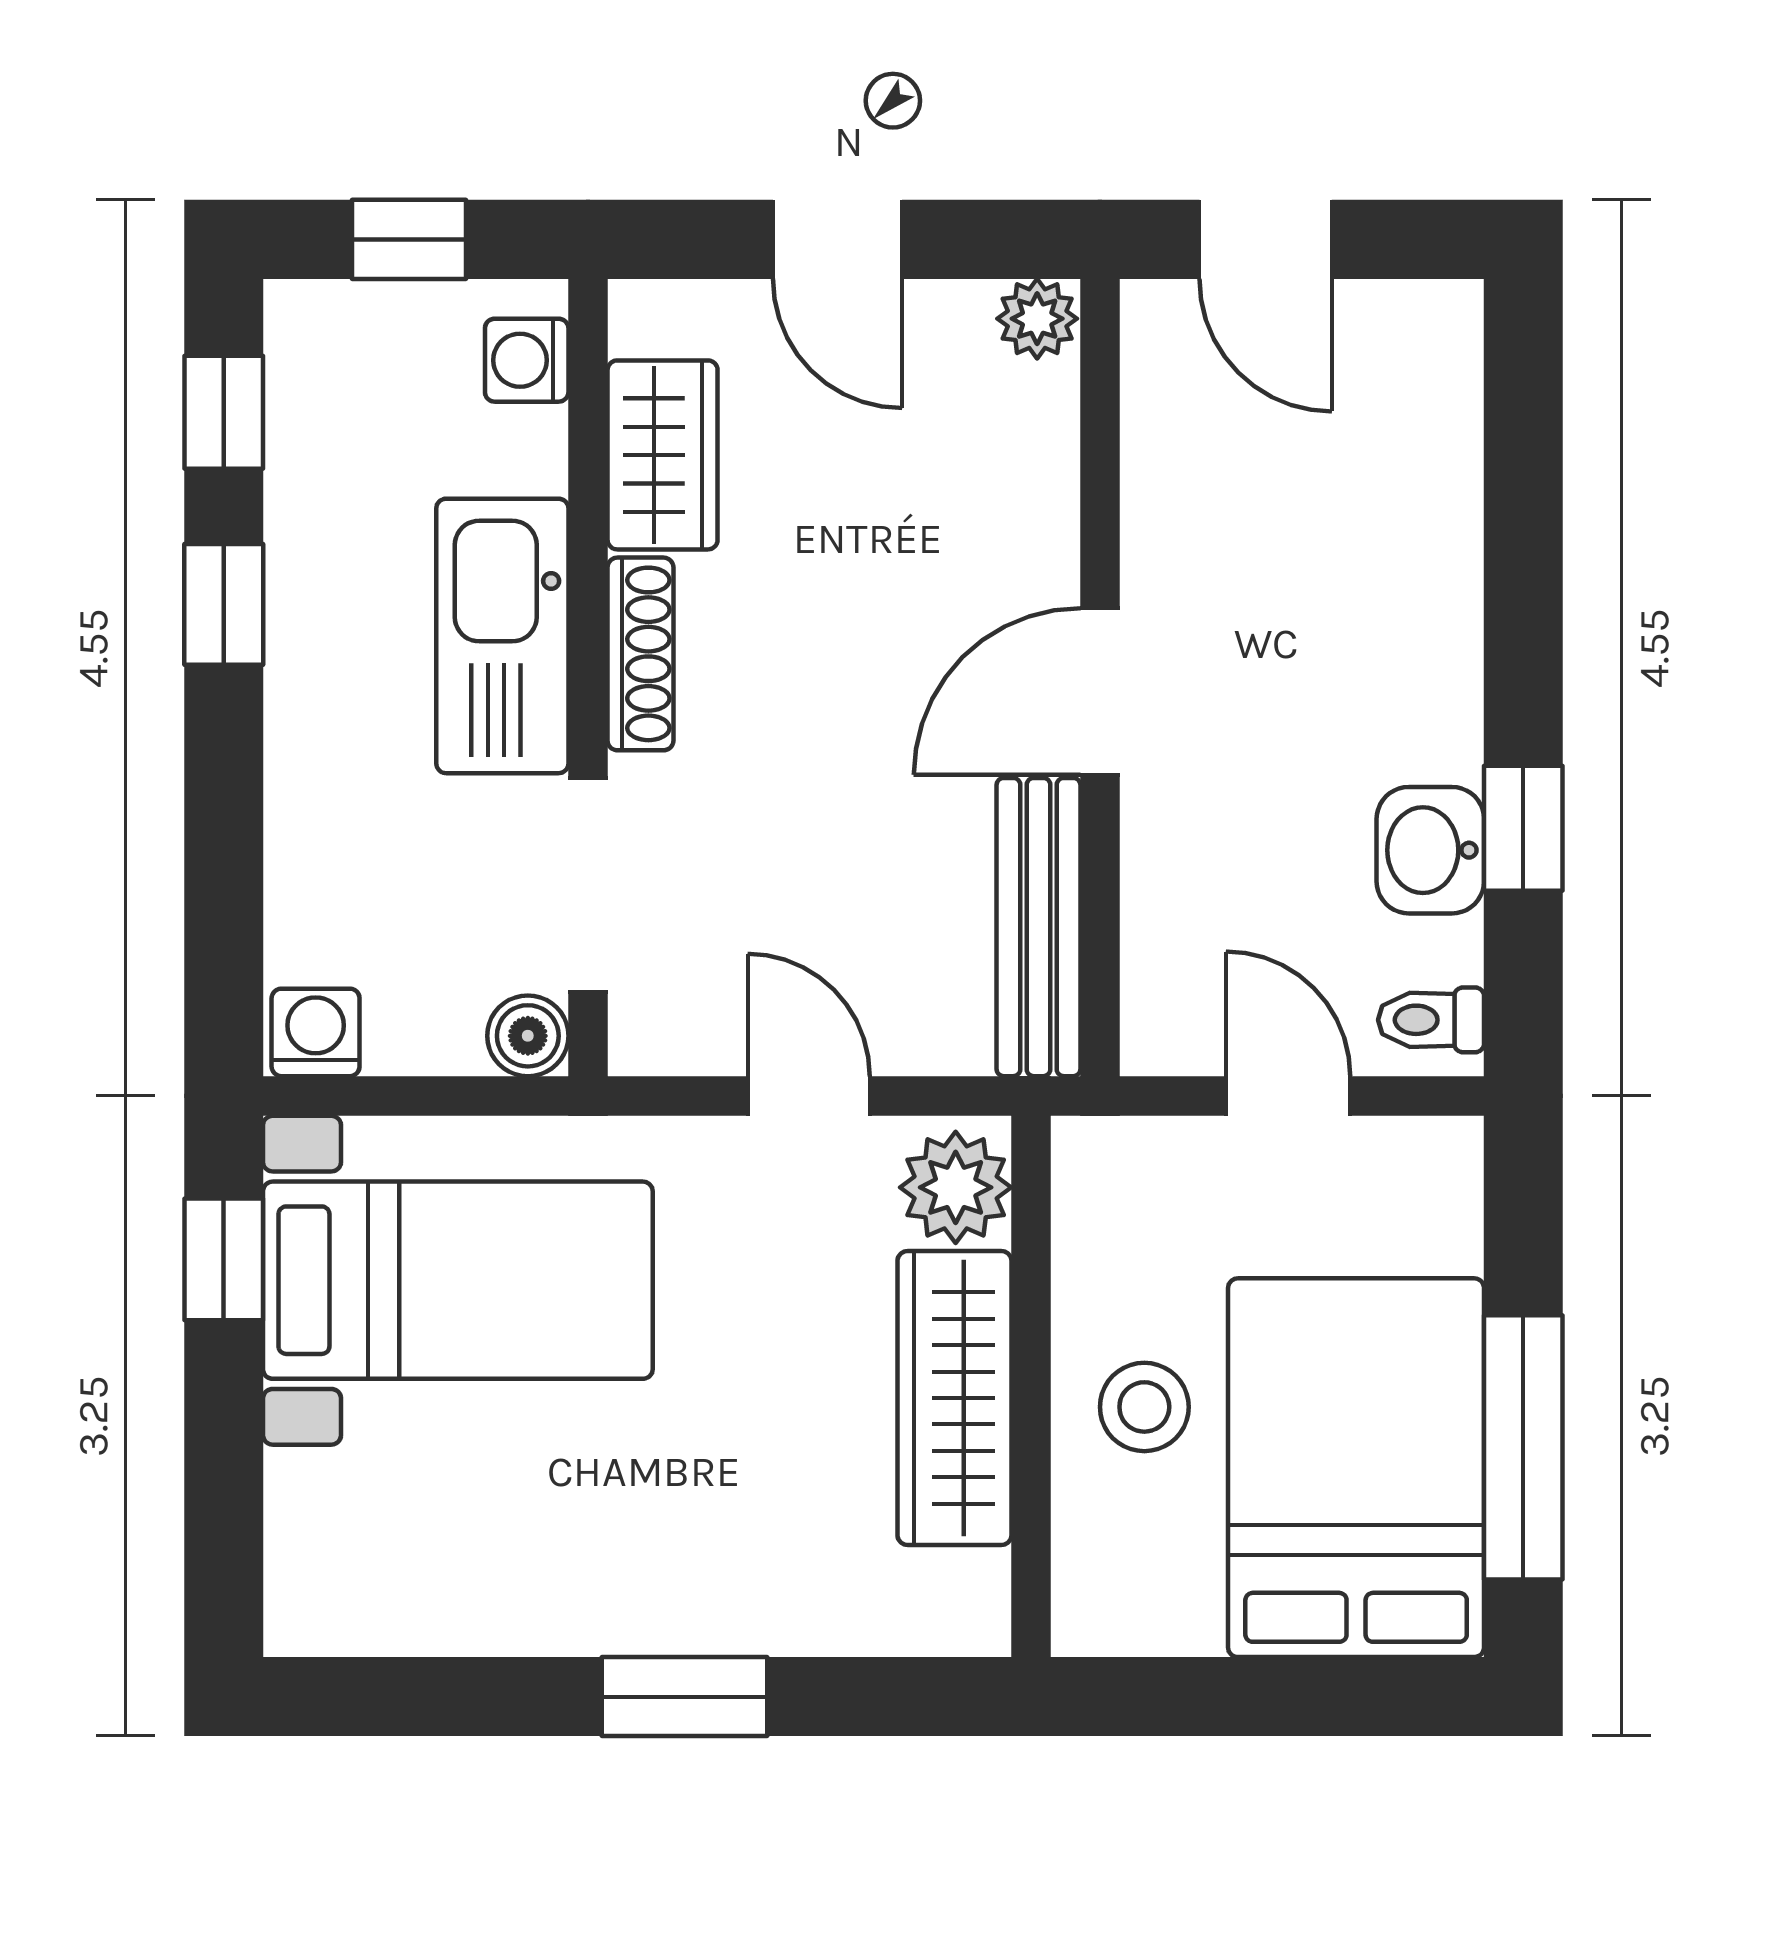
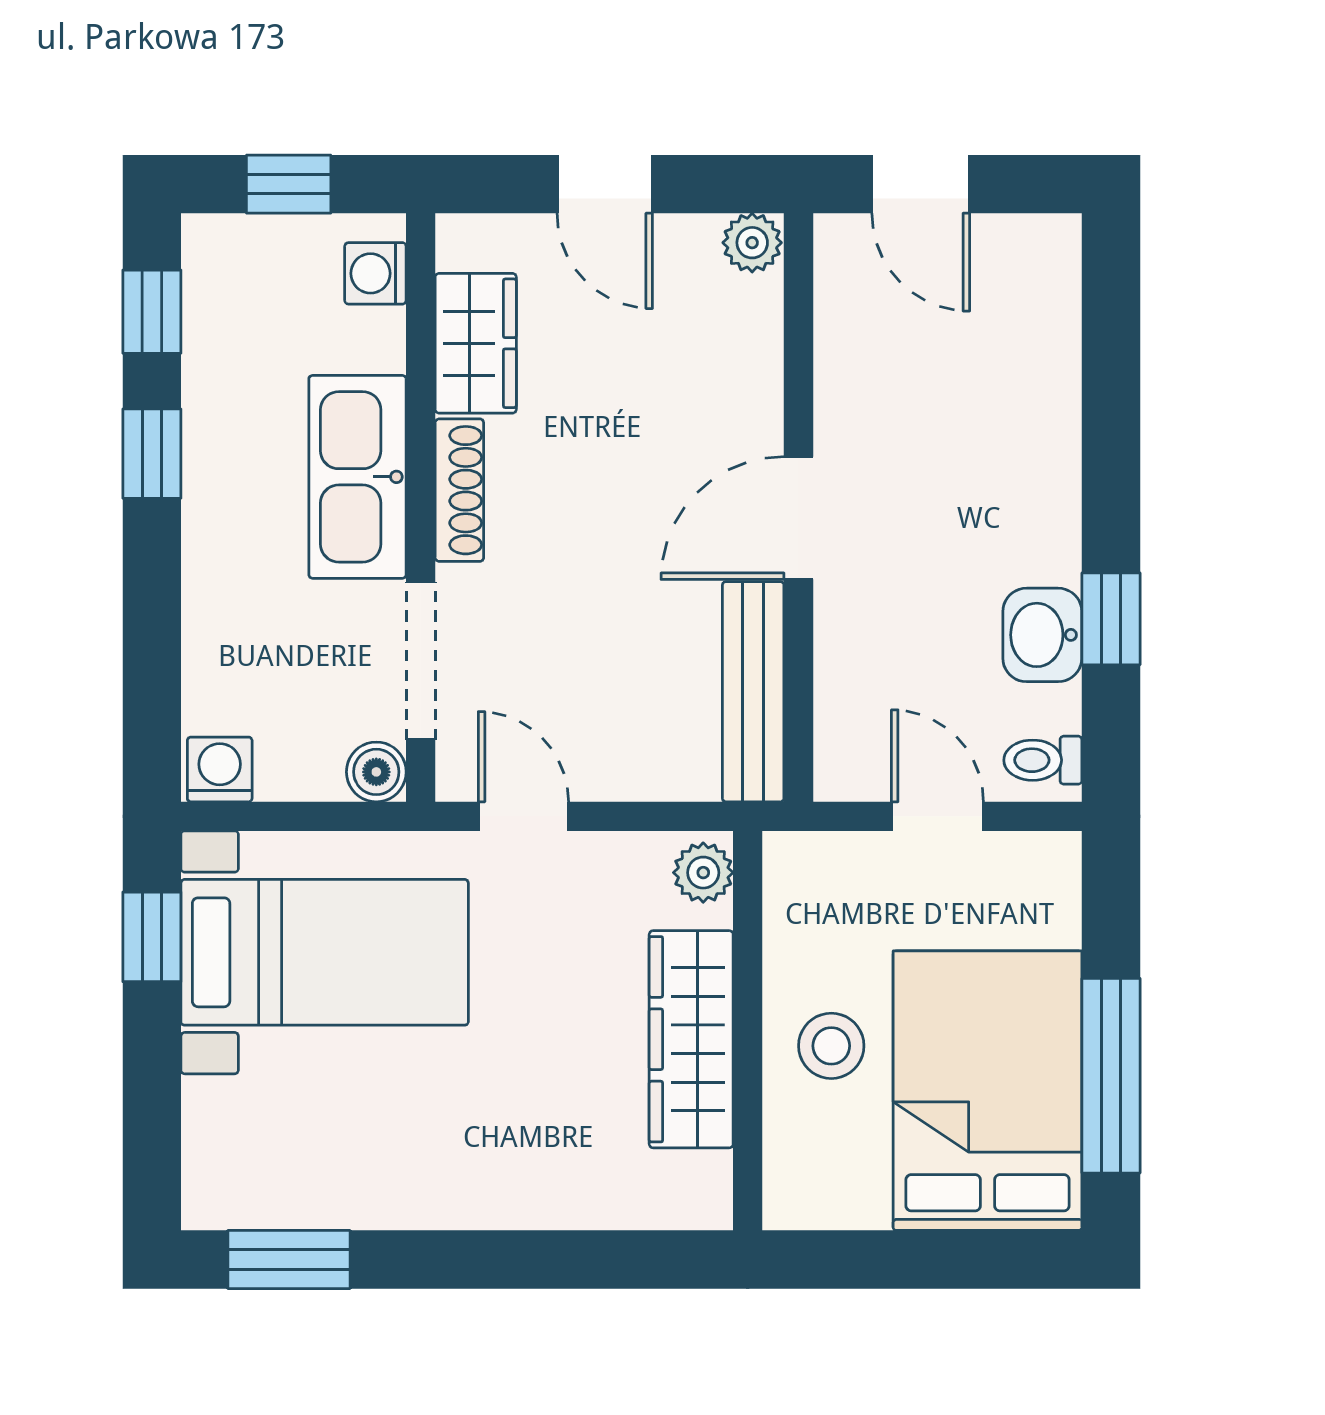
door: (809, 1096) -> (523, 816), moved
plant: (956, 1187) -> (703, 873), width x0.73, depth x0.73
window: (684, 1697) -> (289, 1260), moved

